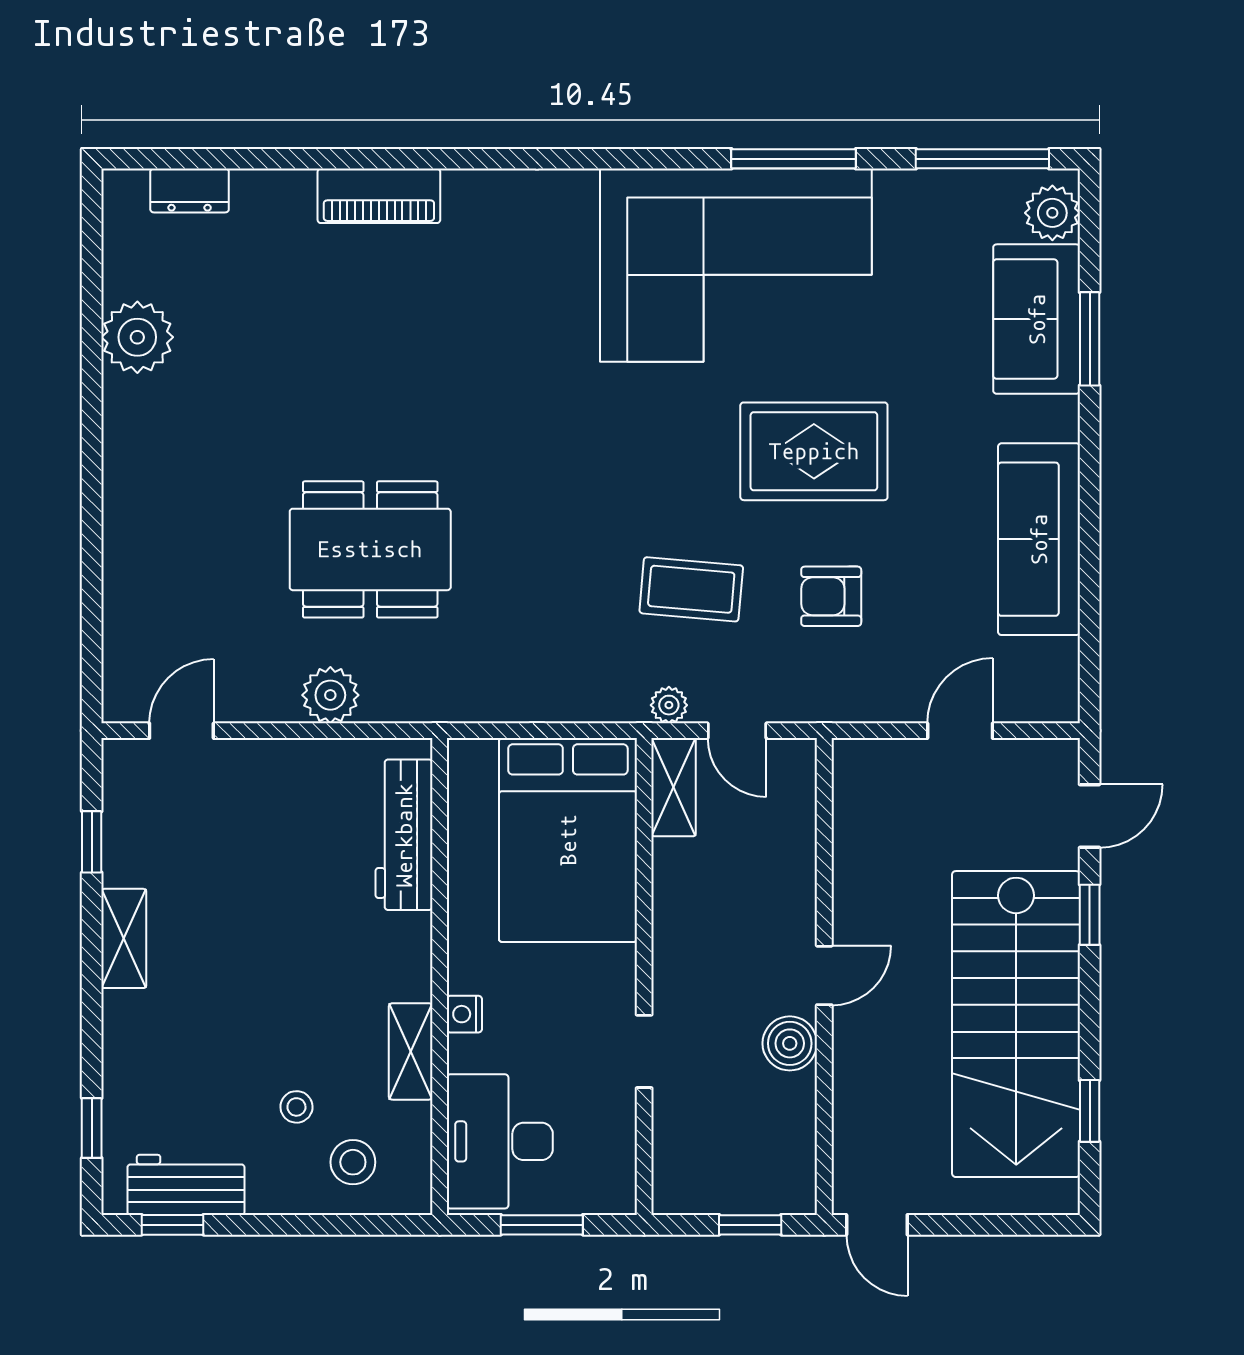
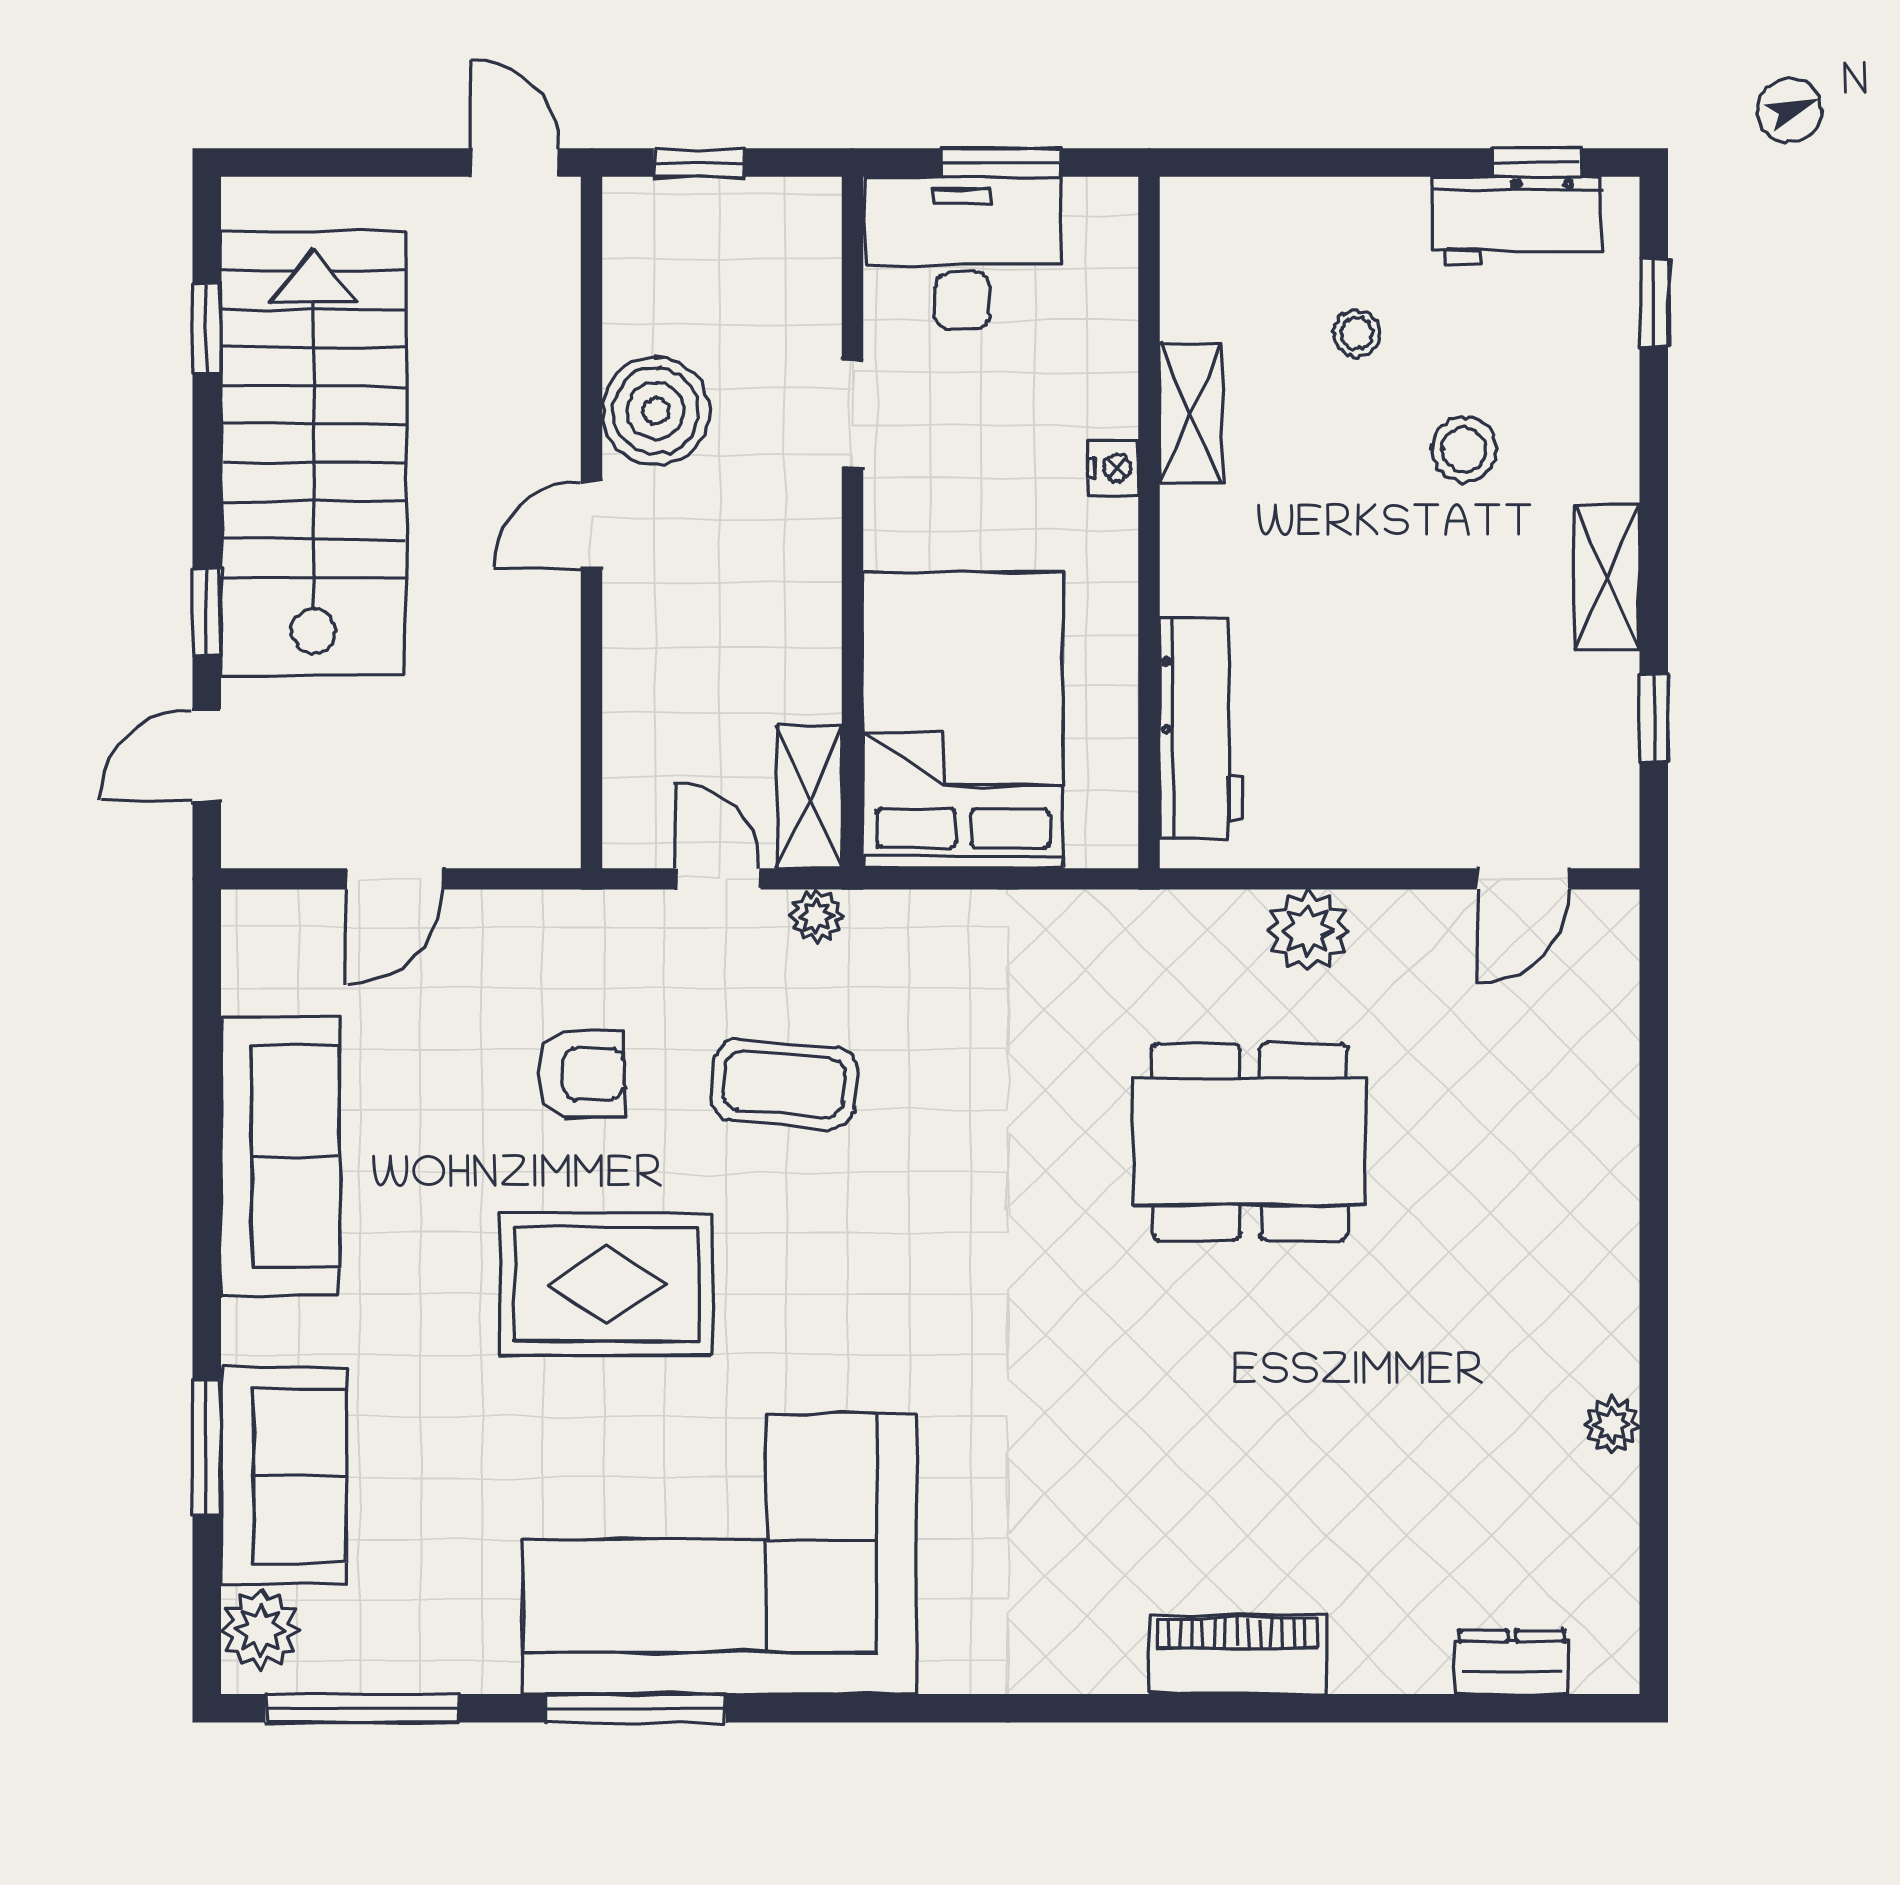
plant: (137, 337) -> (1612, 1425), width x0.53, depth x0.53
boiler: (790, 1043) -> (656, 411), width x1.37, depth x1.37
desk: (500, 1141) -> (962, 253), moved, turned -90
stool: (353, 1162) -> (1464, 449), moved

